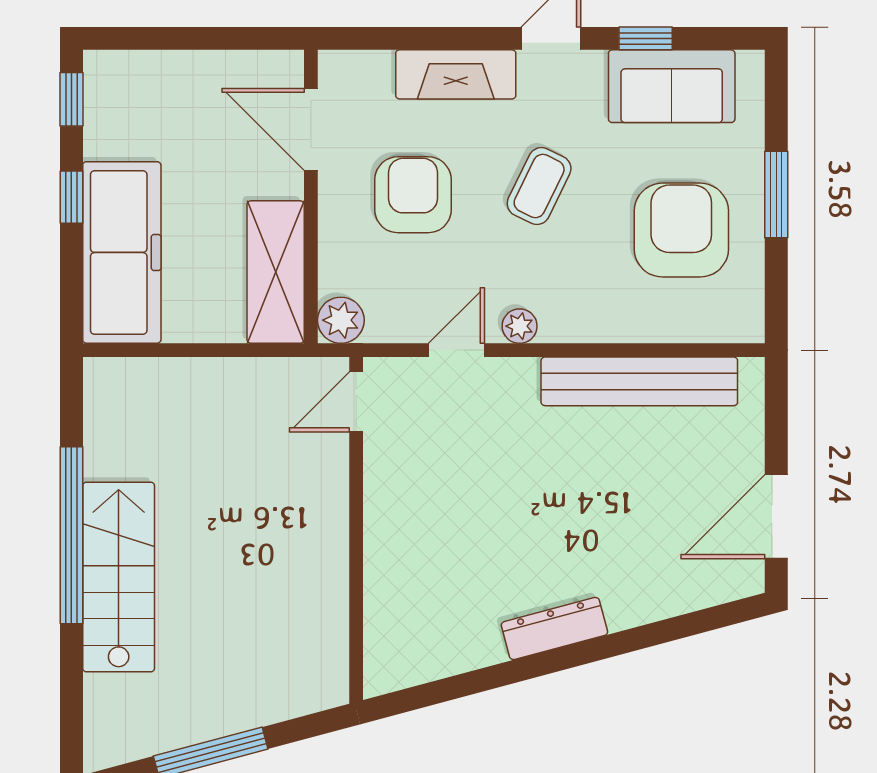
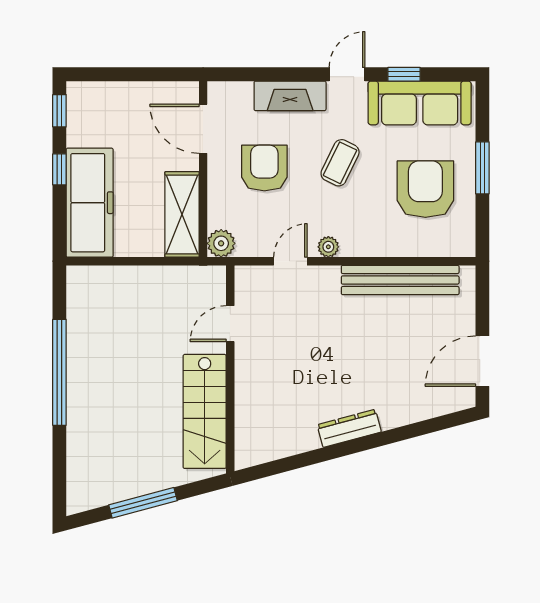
sofa: (672, 86) -> (420, 103), width x1.36
door: (356, 402) -> (230, 324), moved
stairs: (119, 577) -> (205, 411), moved, turned 180

